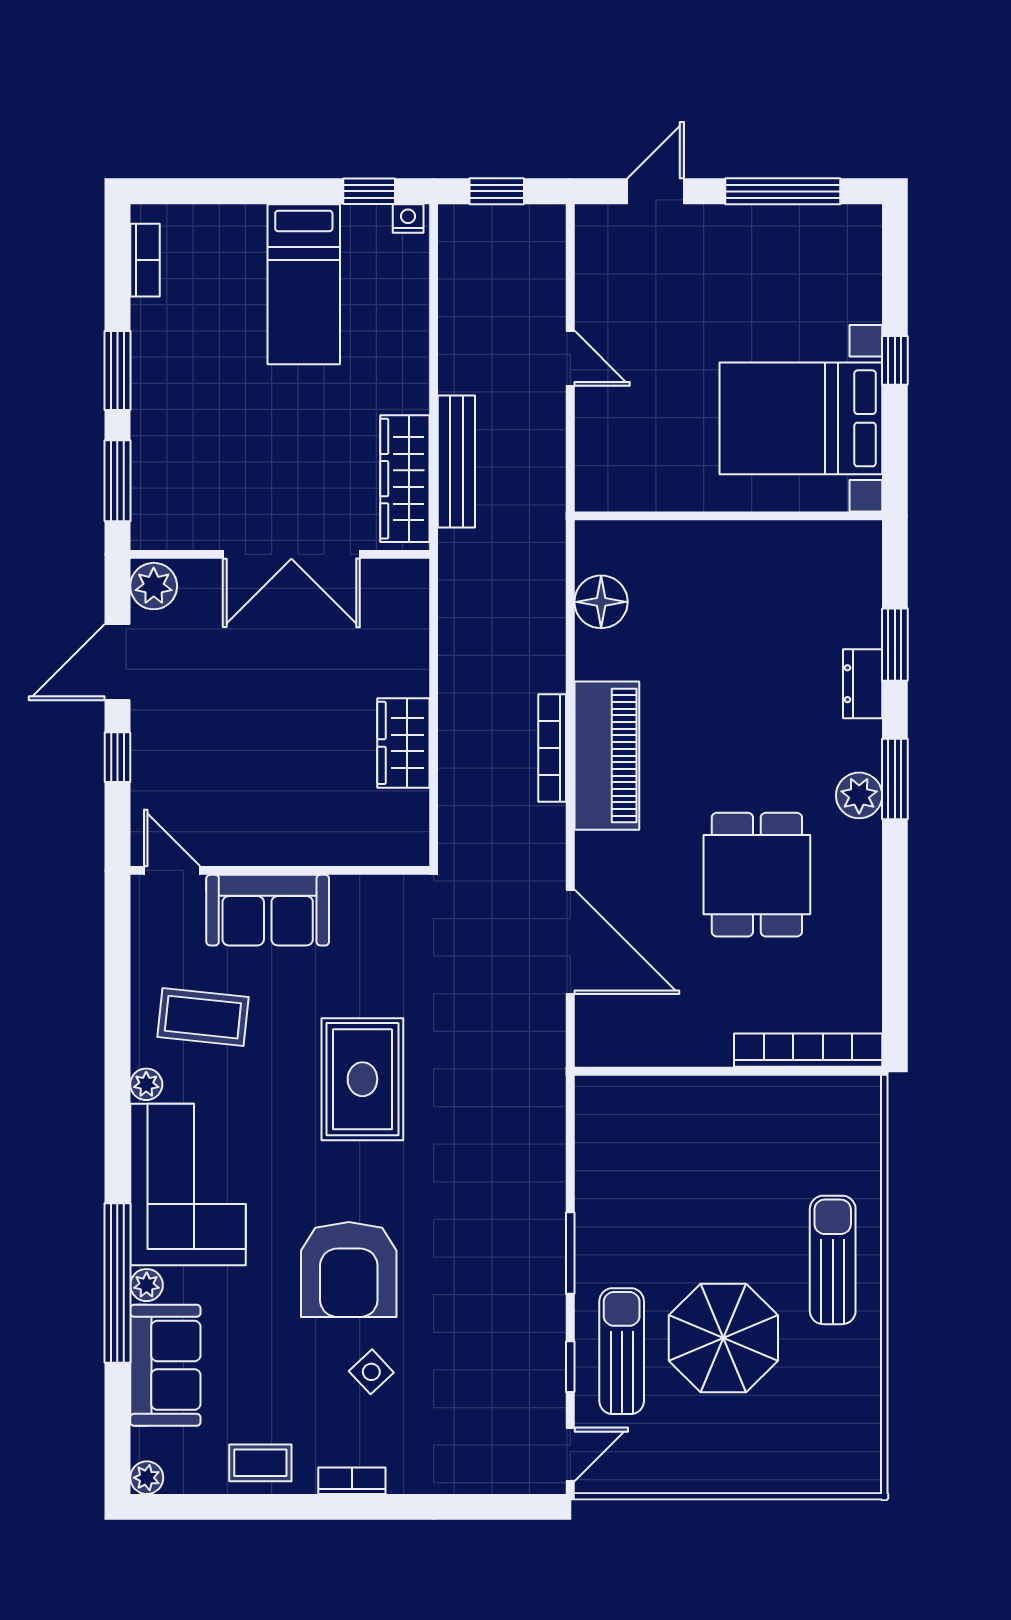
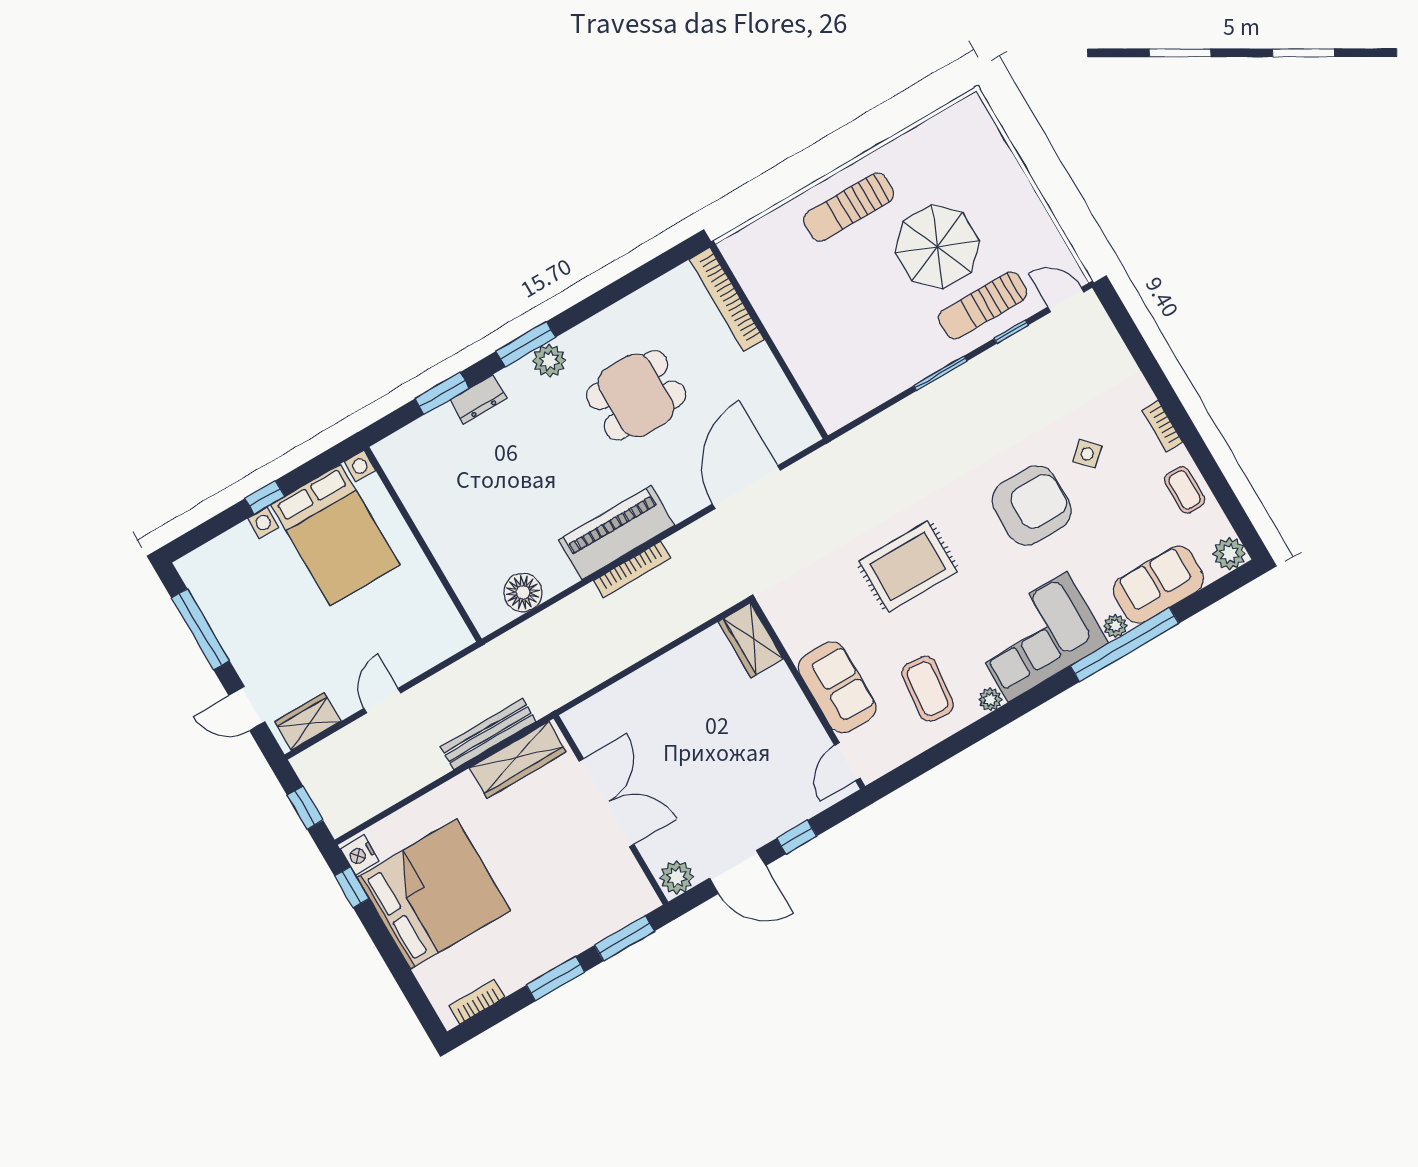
nightstand: (408, 219) -> (360, 855), width x1.39, depth x1.35
wardrobe: (598, 255) -> (308, 721), added
bed: (304, 284) -> (434, 894), width x2.04
wardrobe: (403, 743) -> (751, 640), moved, turned 90
plant: (147, 1478) -> (1229, 554), width x1.38, depth x1.38

